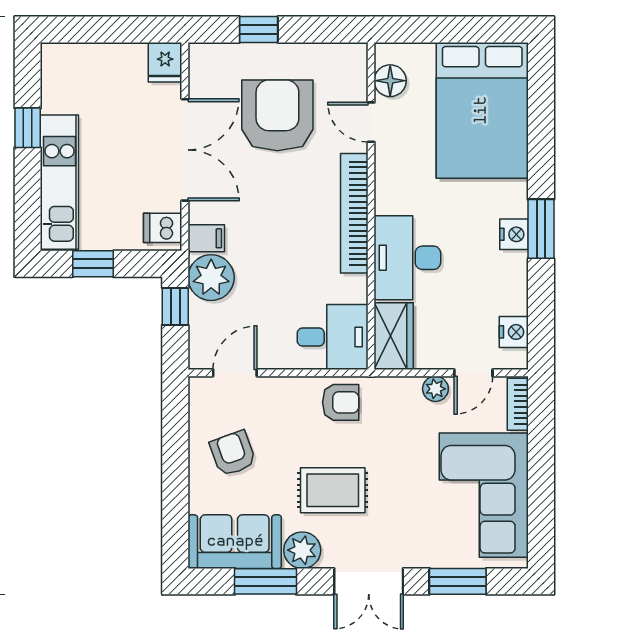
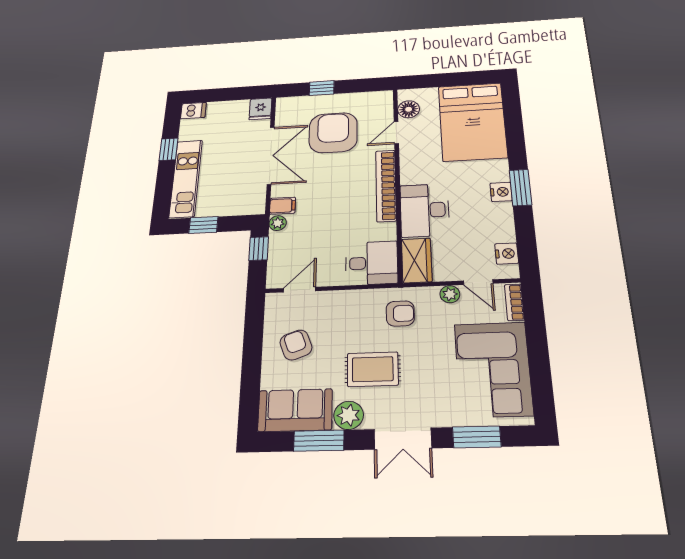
door: (371, 122) -> (396, 133), hinge flipped
dishwasher: (163, 228) -> (193, 111), moved, turned 180
plant: (211, 278) -> (278, 223), width x0.53, depth x0.53
door: (473, 373) -> (478, 282), hinge flipped
armchair: (341, 402) -> (400, 313), moved

